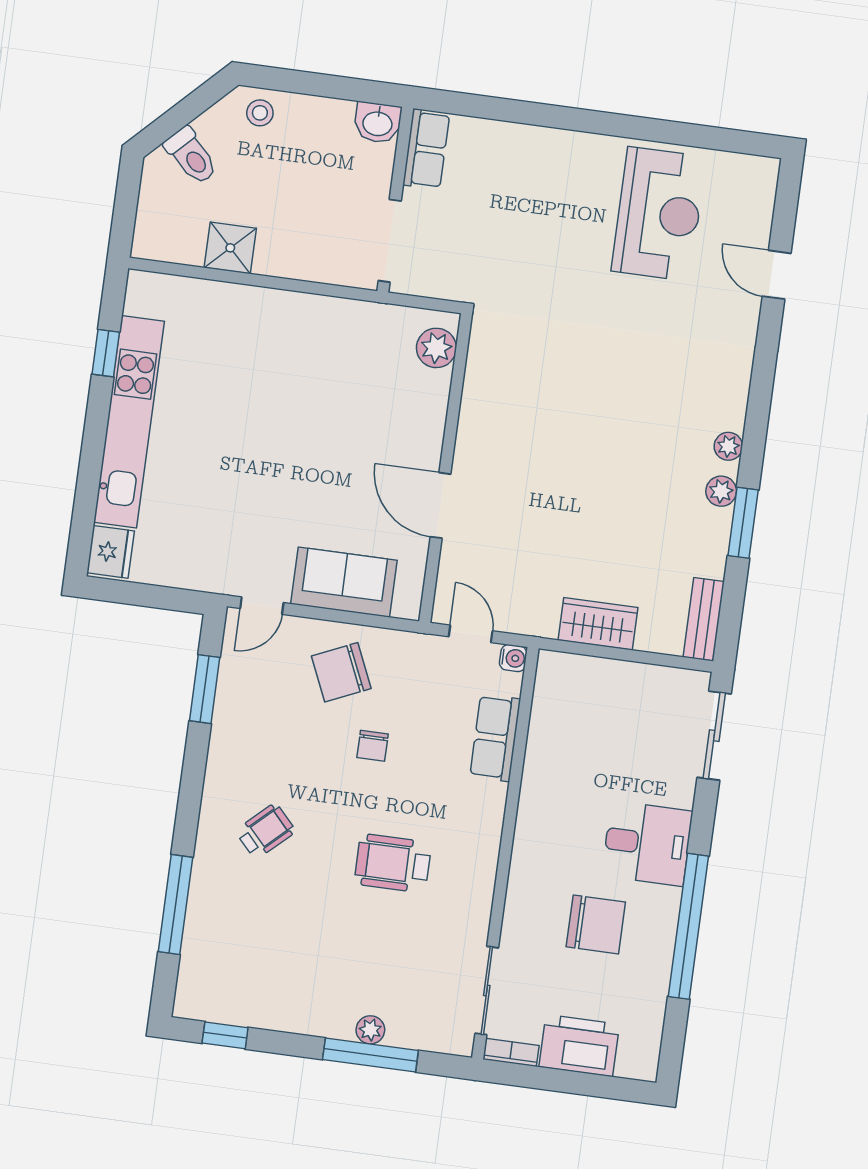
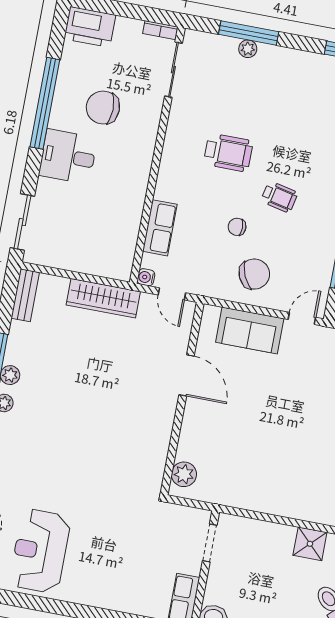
doorway: (390, 241) -> (210, 543), width x0.73
wardrobe: (598, 624) -> (103, 298), width x1.50
chair: (373, 746) -> (237, 227), turned -90
wheelchair: (266, 831) -> (279, 197), moved, turned -125
printer: (579, 1046) -> (90, 27), moved

